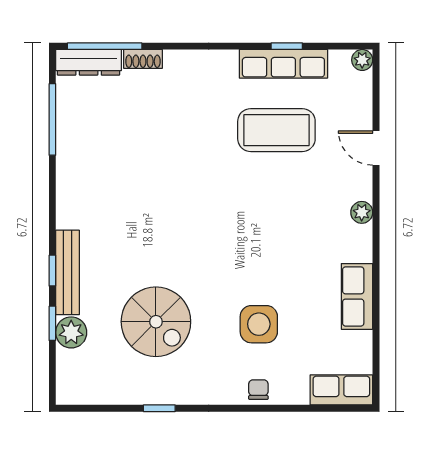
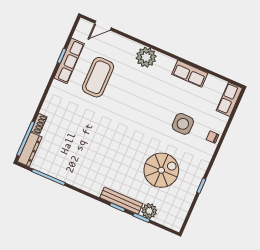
plant: (362, 60) -> (83, 24), removed
door: (376, 148) -> (103, 25), moved
plant: (362, 212) -> (146, 57), width x1.88, depth x1.88

